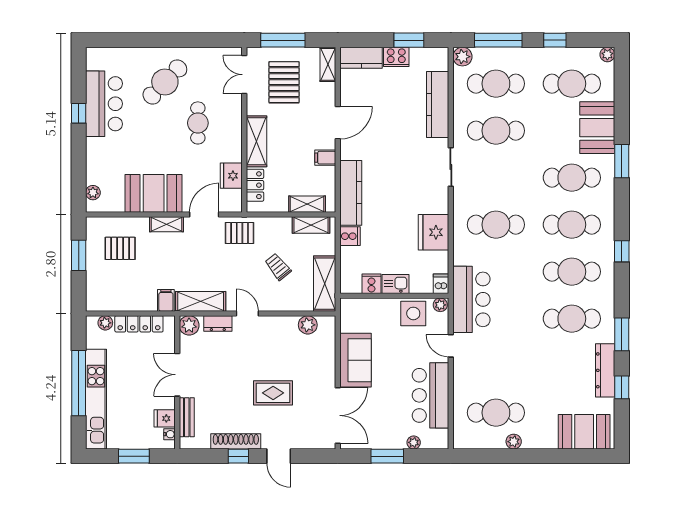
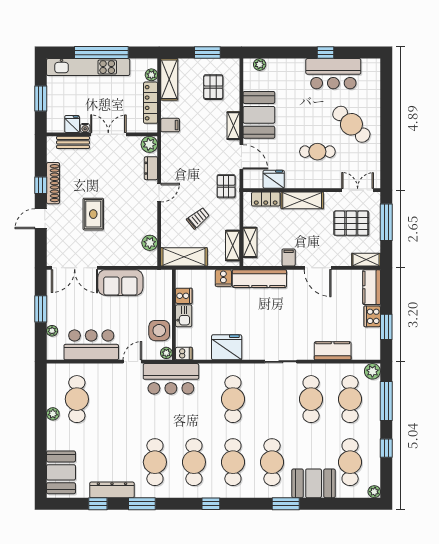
kitchen counter: (438, 105) -> (333, 351), width x0.67
shelving: (201, 301) -> (169, 79), moved
water cooler: (169, 434) -> (85, 128), moved

